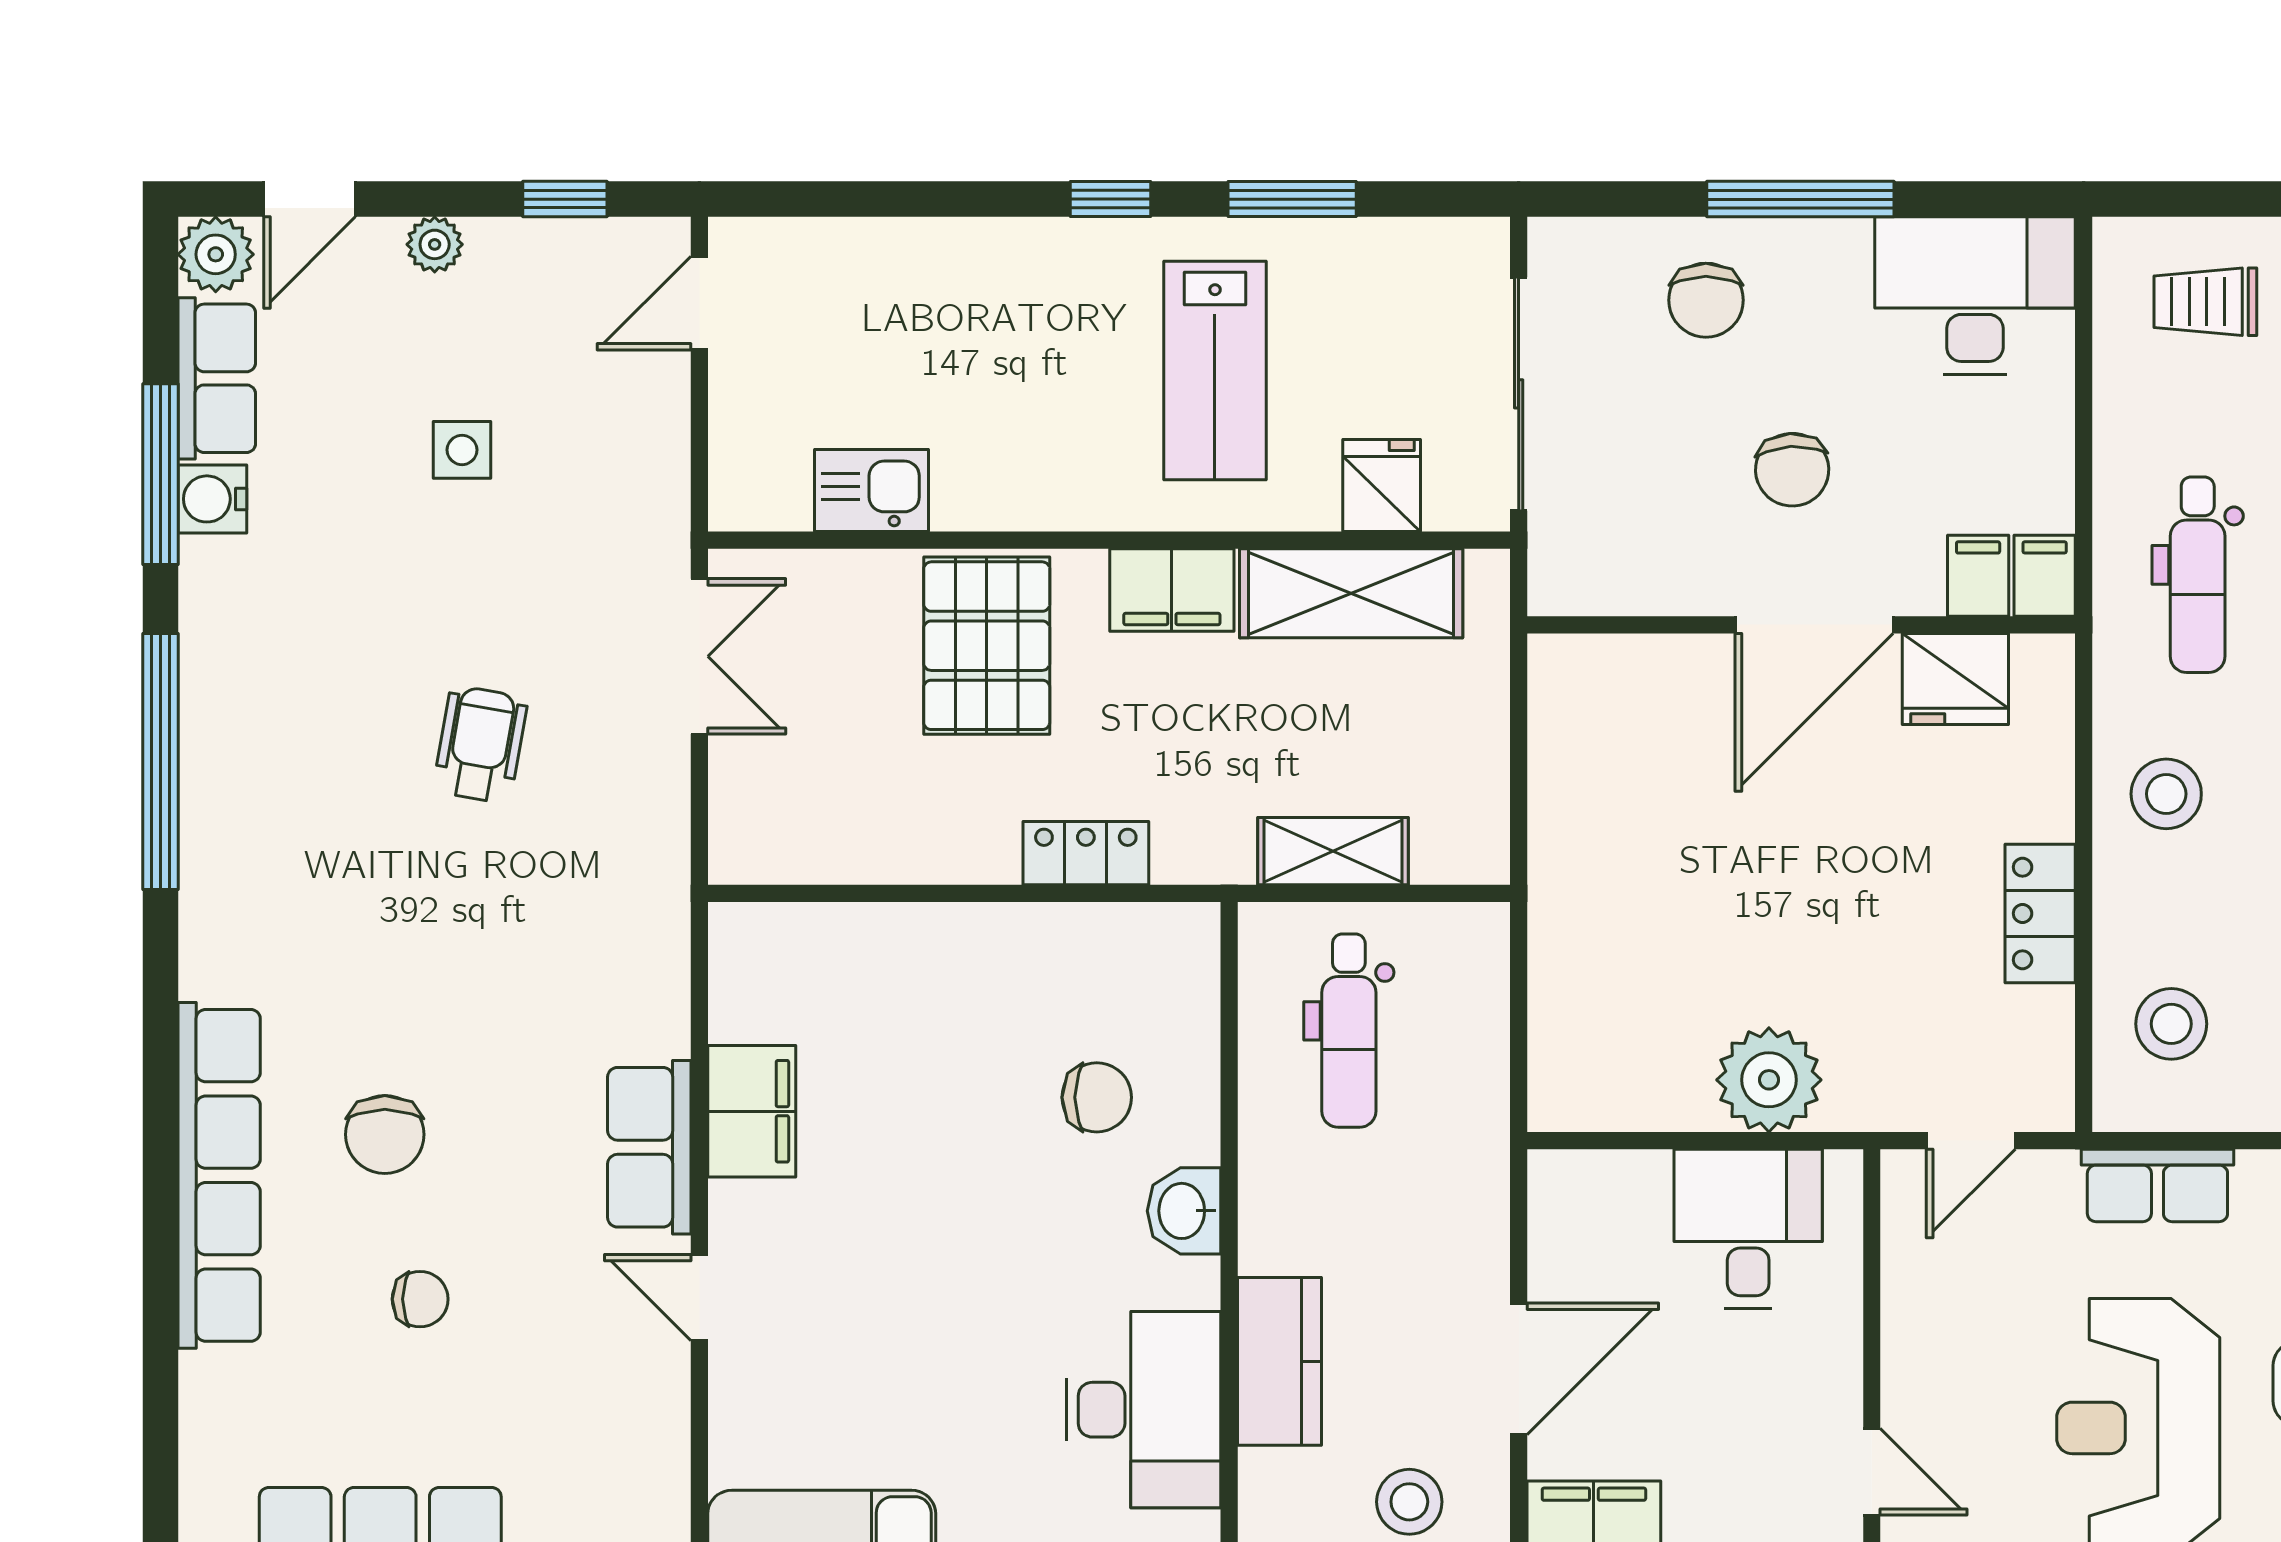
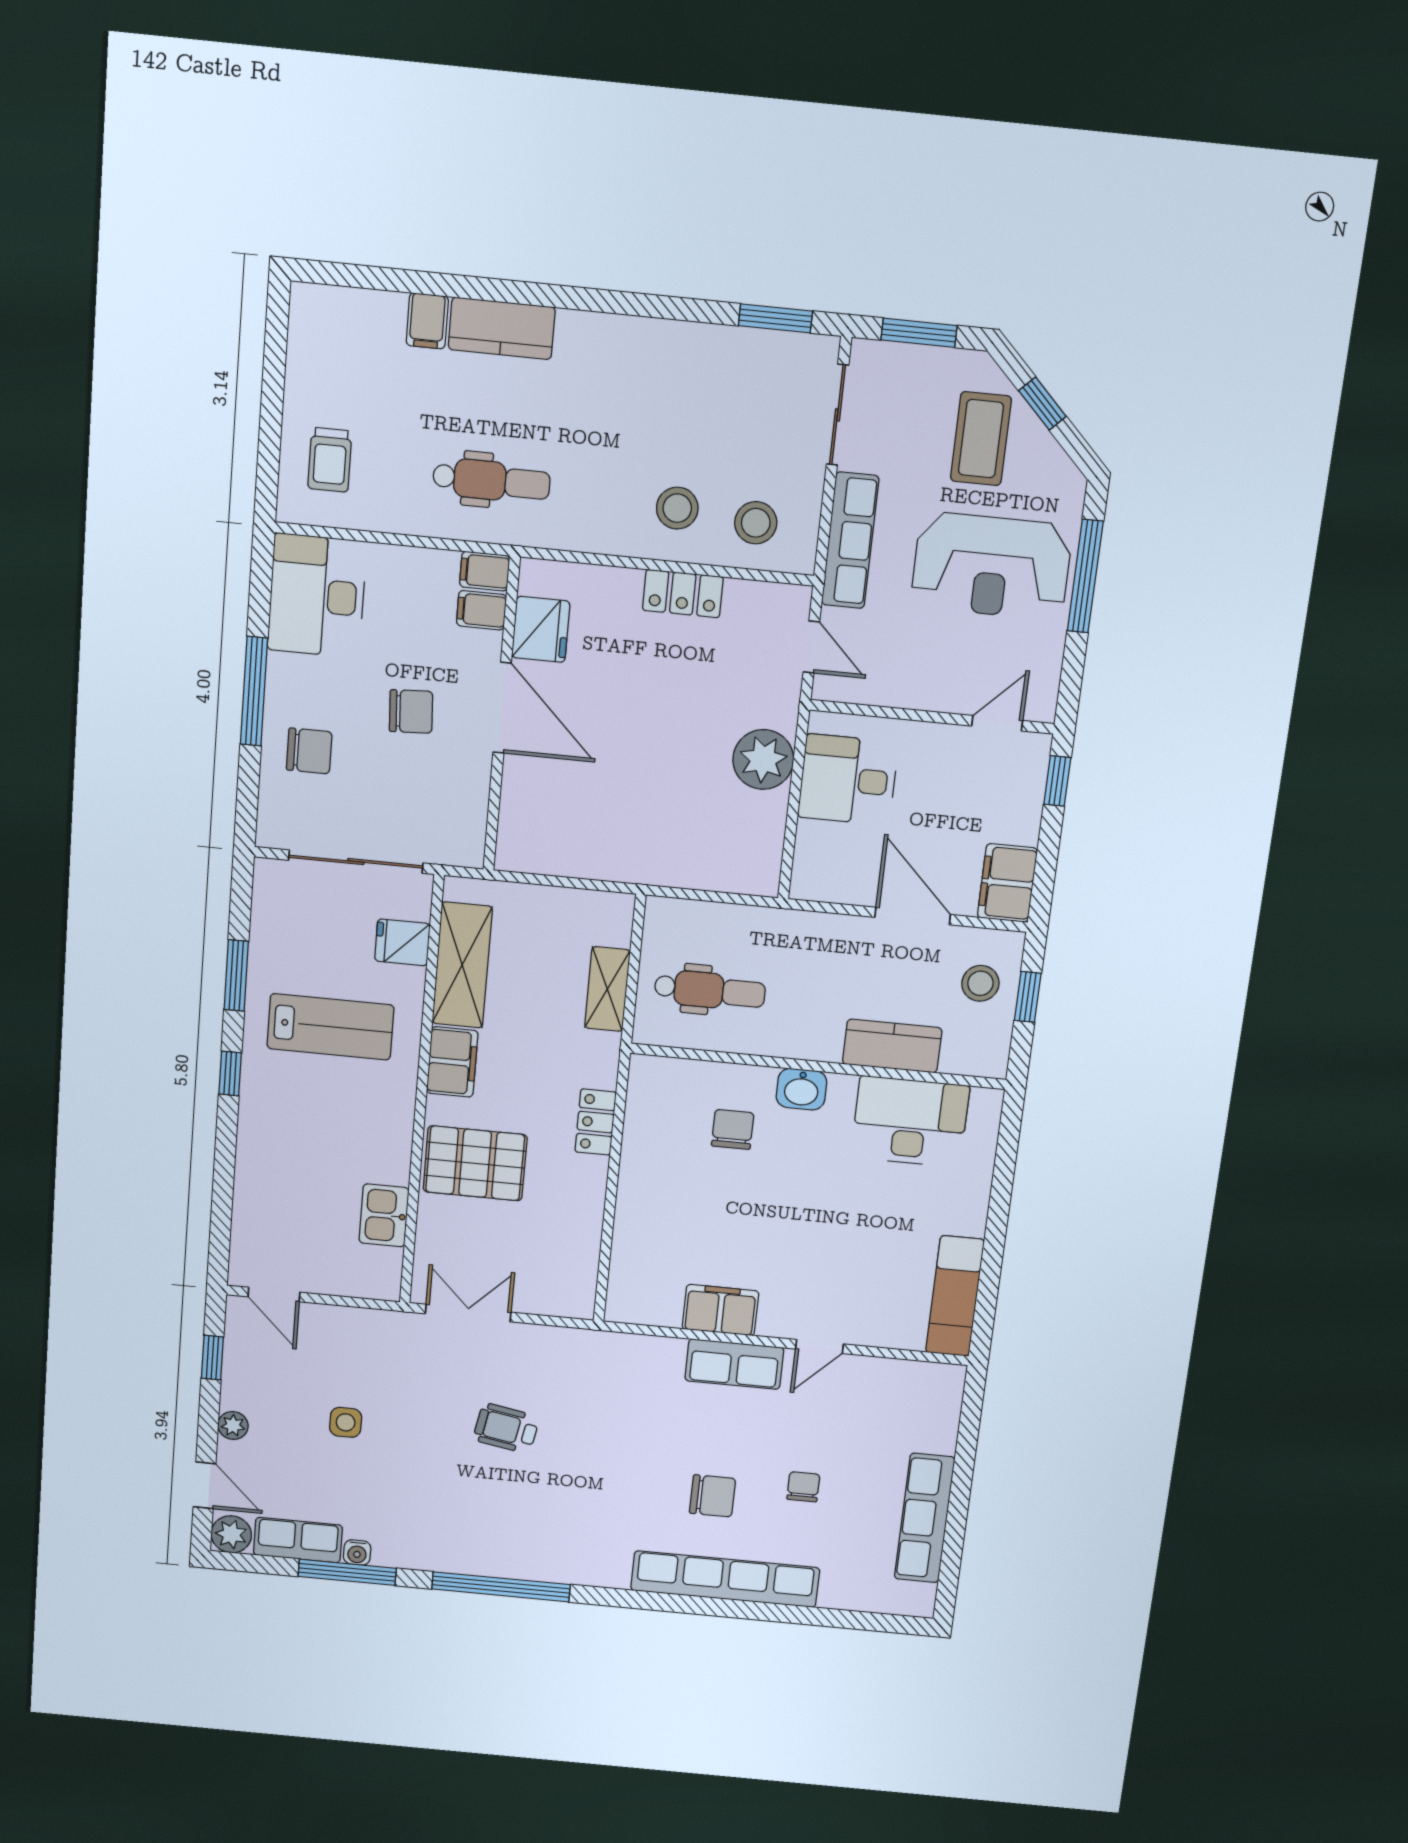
water cooler: (212, 499) -> (357, 1552), width x0.72, depth x0.72
stool: (2166, 794) -> (677, 508), moved
row of seats: (2157, 1185) -> (850, 540), width x1.48

